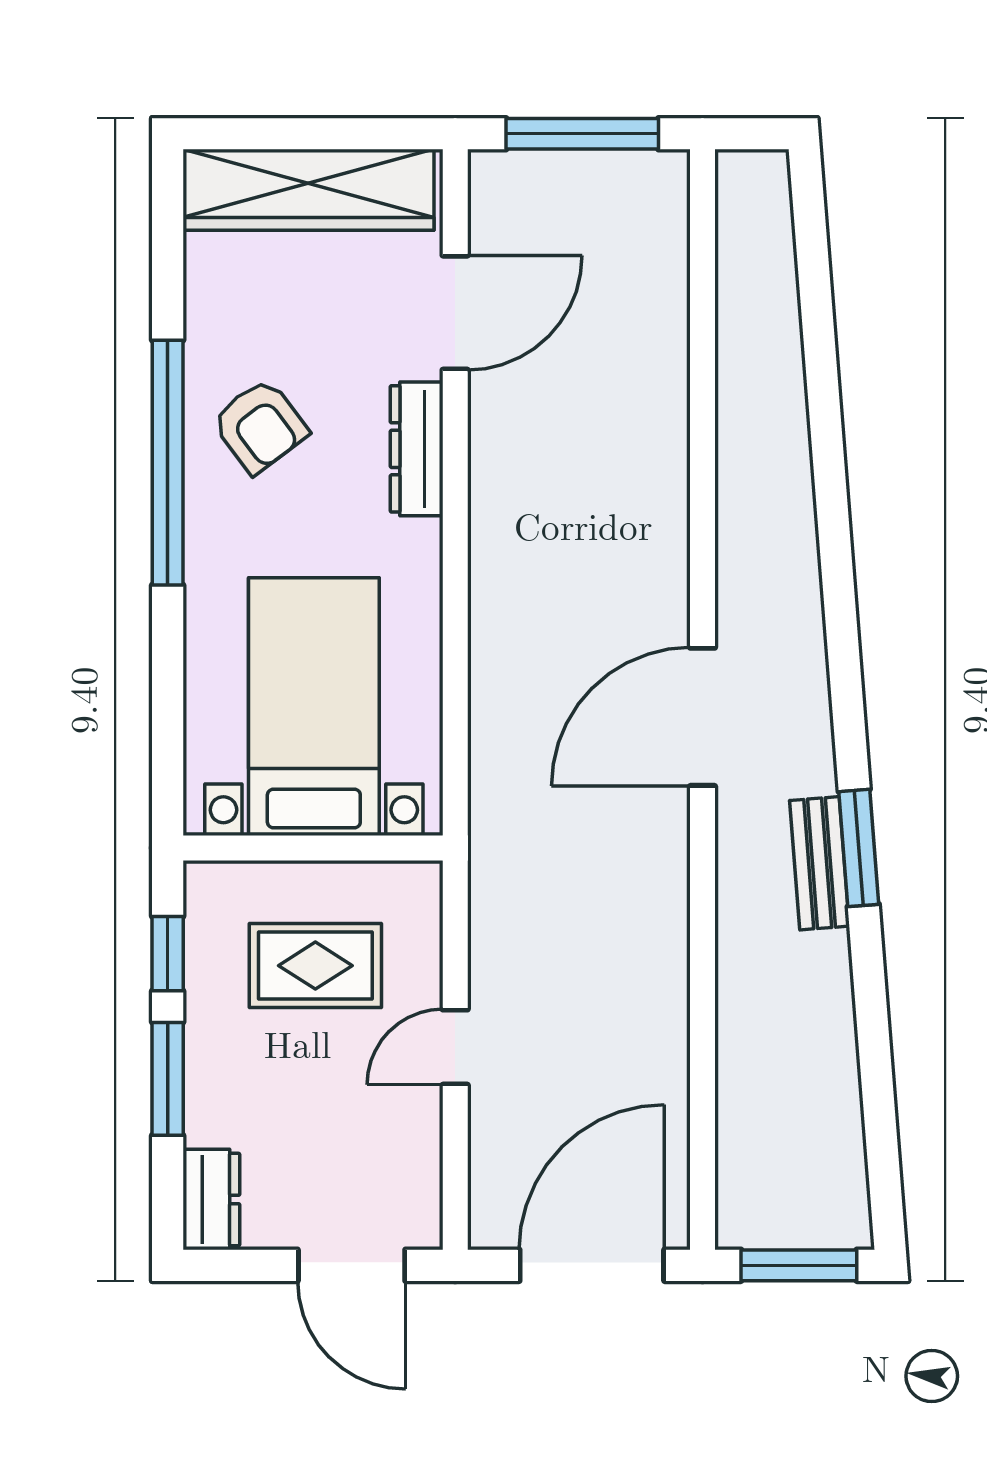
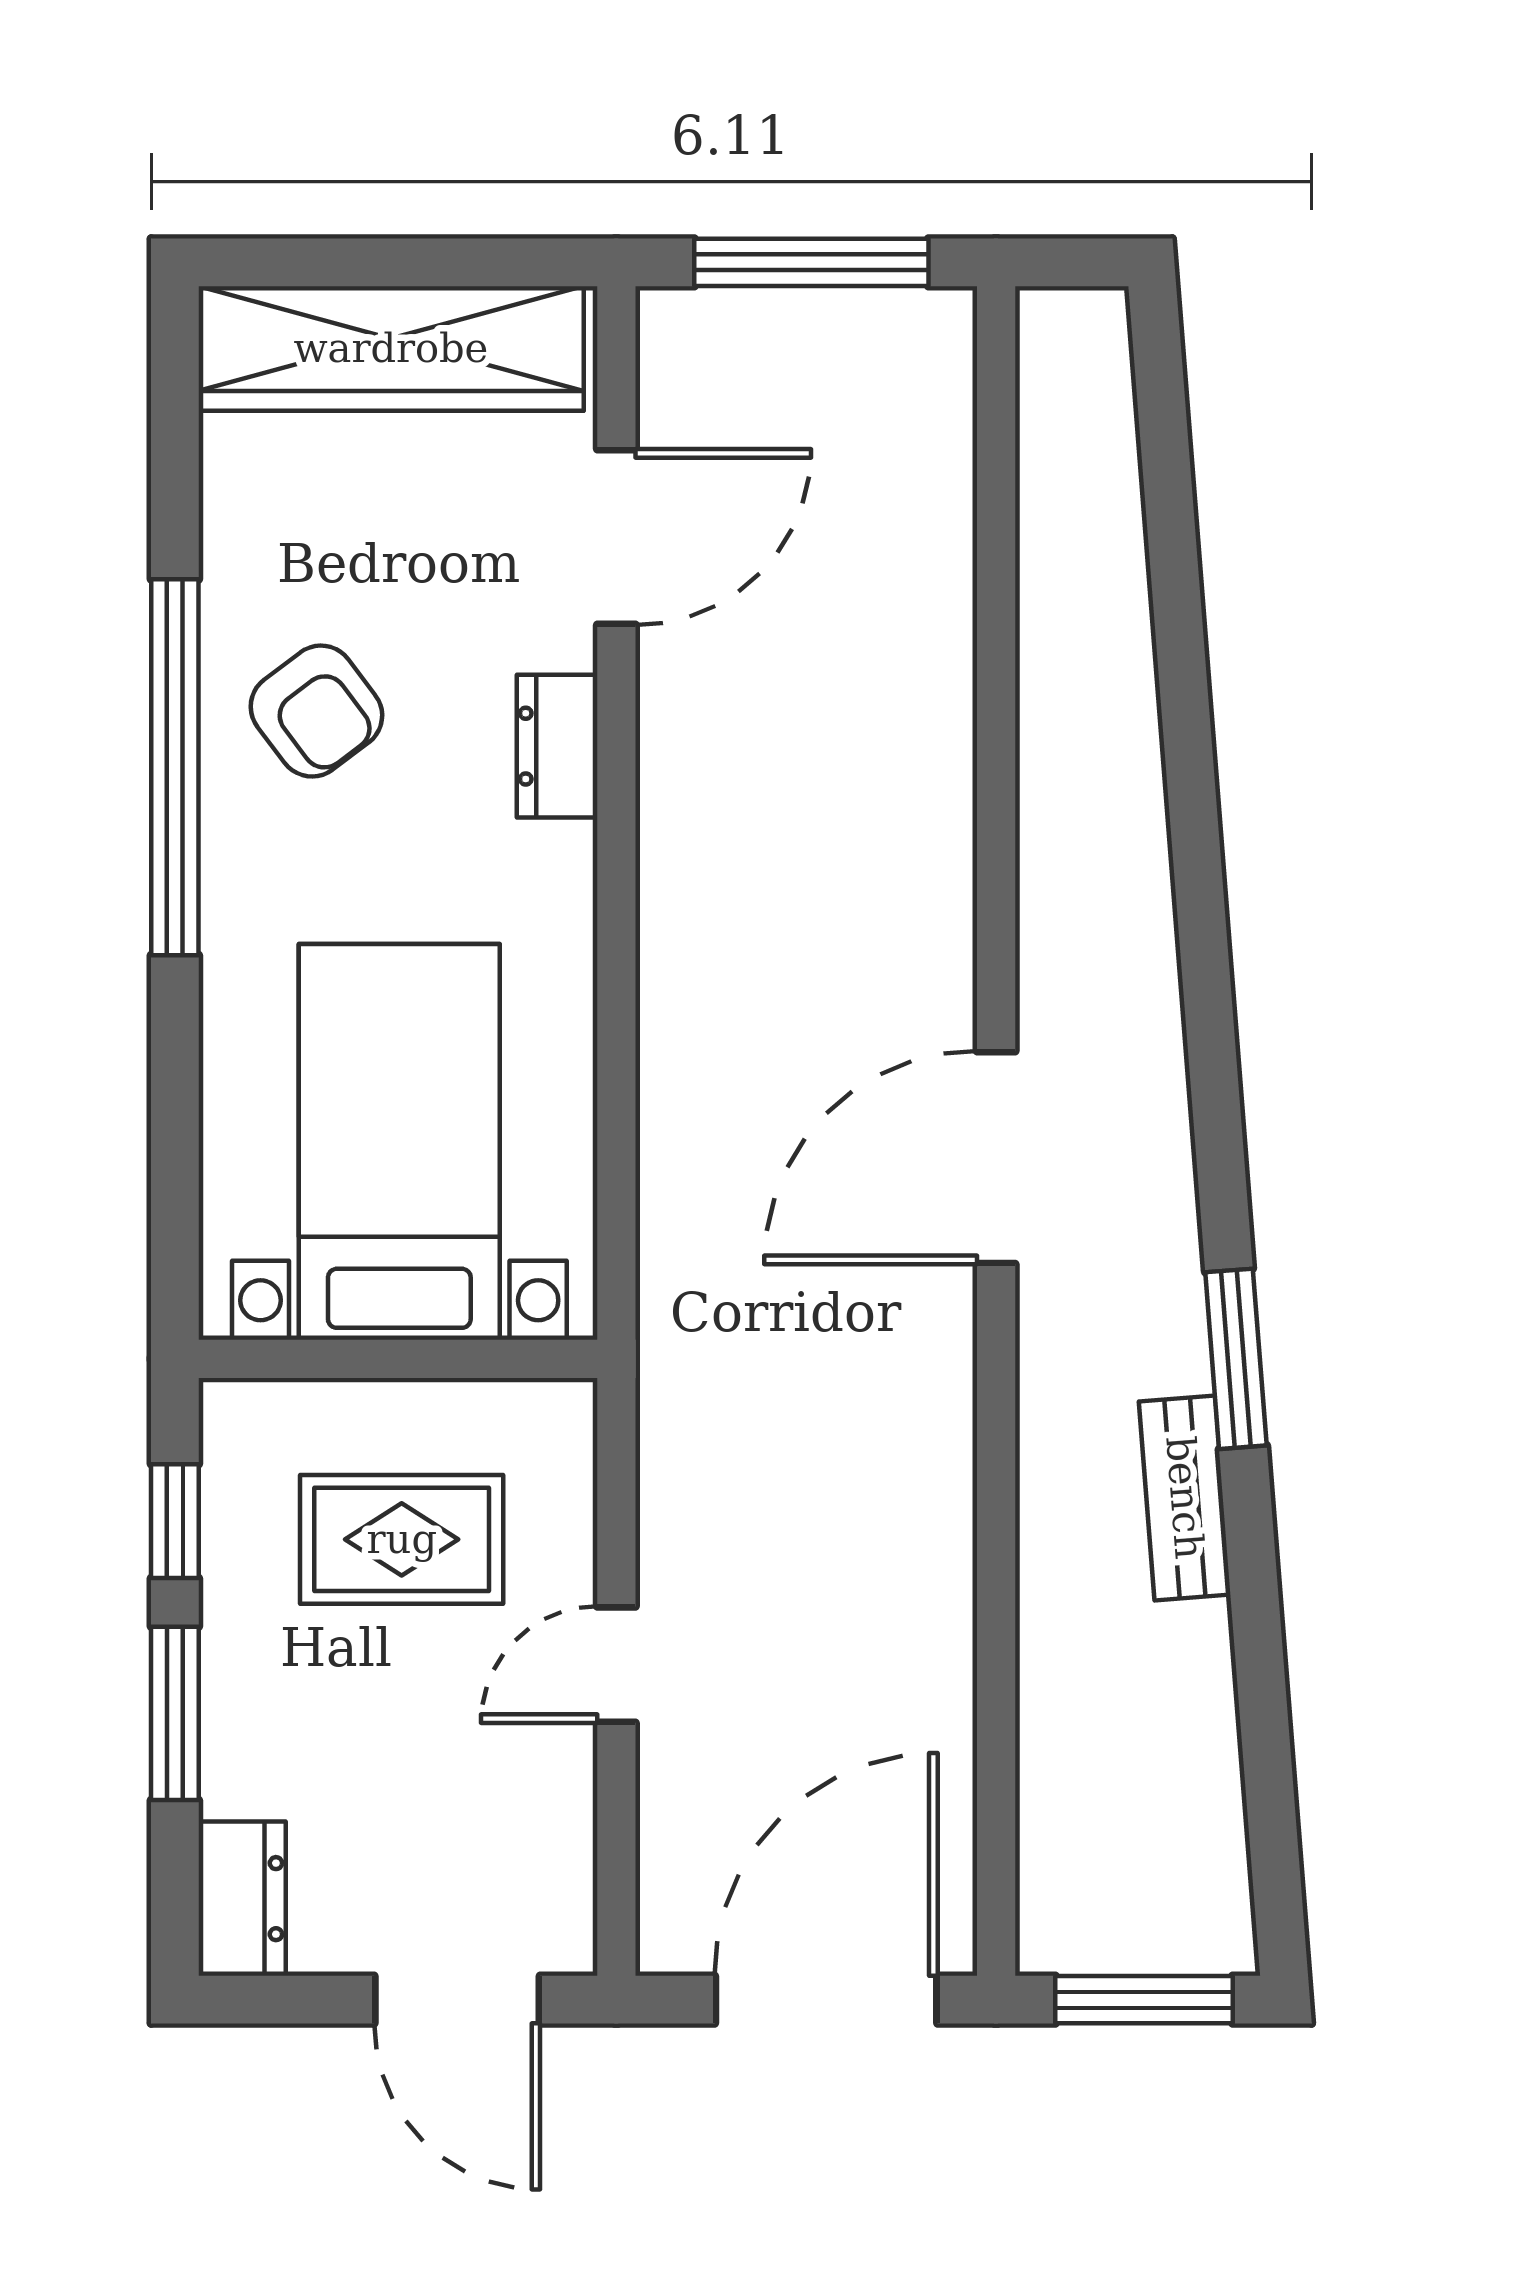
dresser: (417, 449) -> (557, 746), width x0.70
bench: (820, 863) -> (1185, 1498), moved

